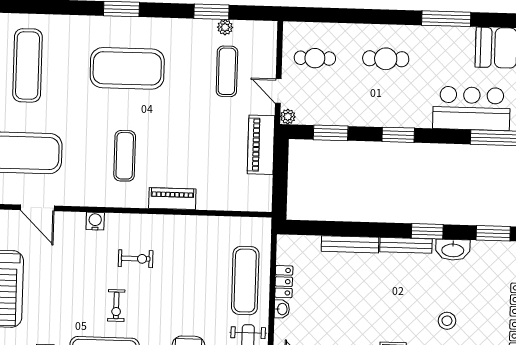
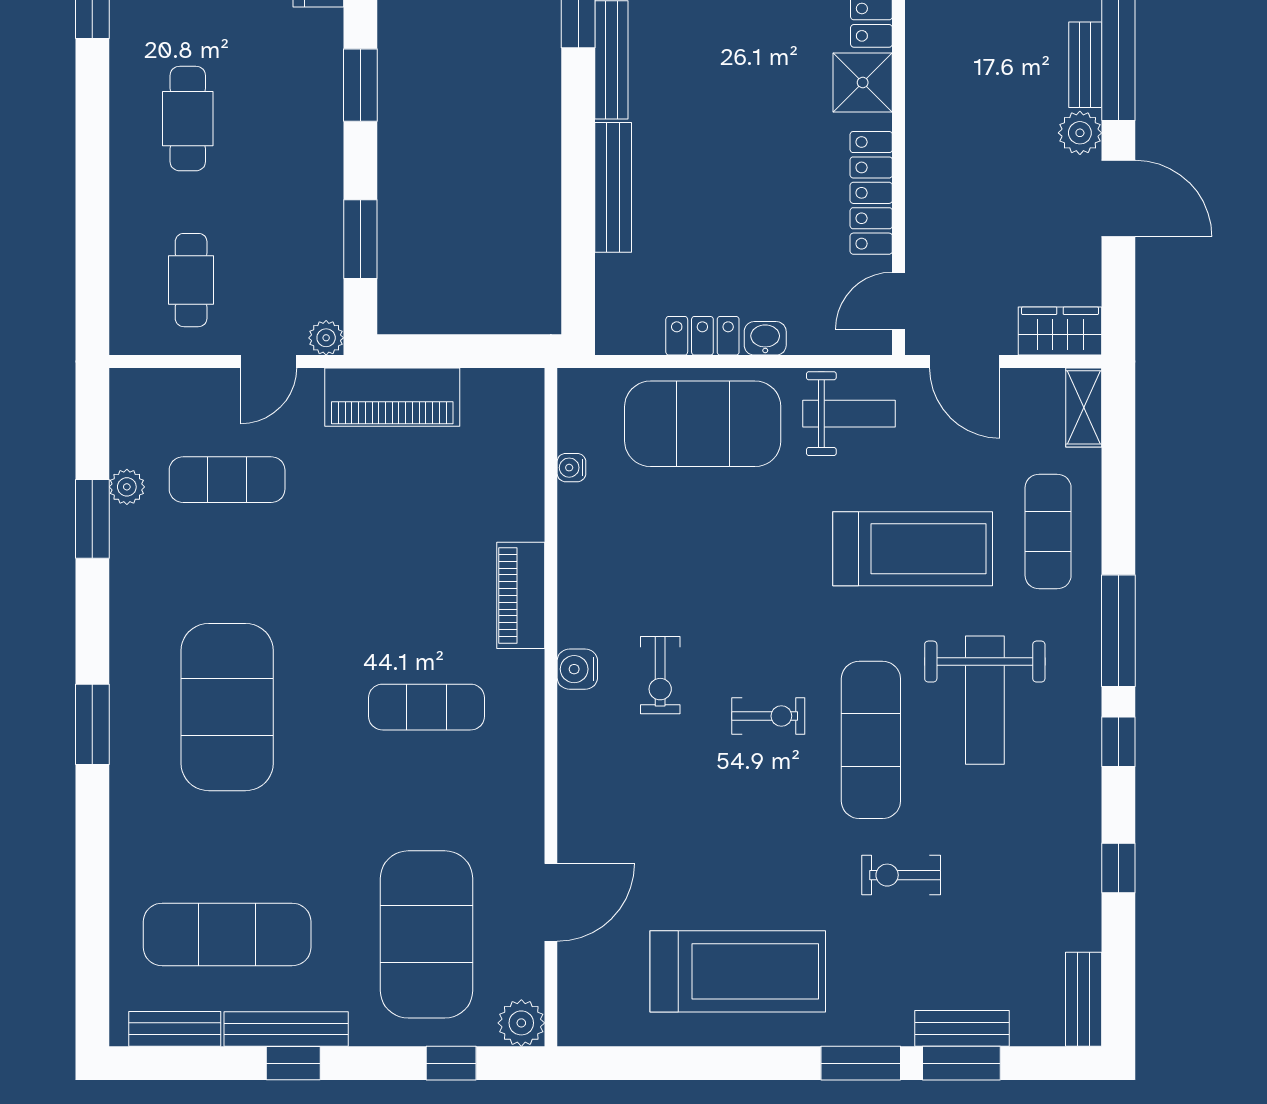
water cooler: (95, 221) -> (577, 669), moved
water cooler: (228, 222) -> (571, 468), added
exercise bike: (136, 259) -> (660, 675), turned 180
exercise mat: (245, 281) -> (703, 424), width x1.47

